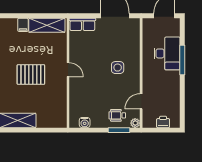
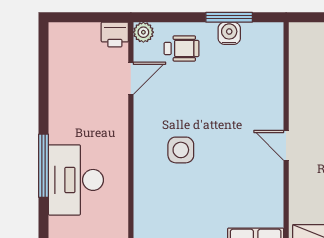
printer: (163, 122) -> (115, 34), moved
water cooler: (85, 123) -> (229, 33), moved
window: (119, 130) -> (229, 17), moved

